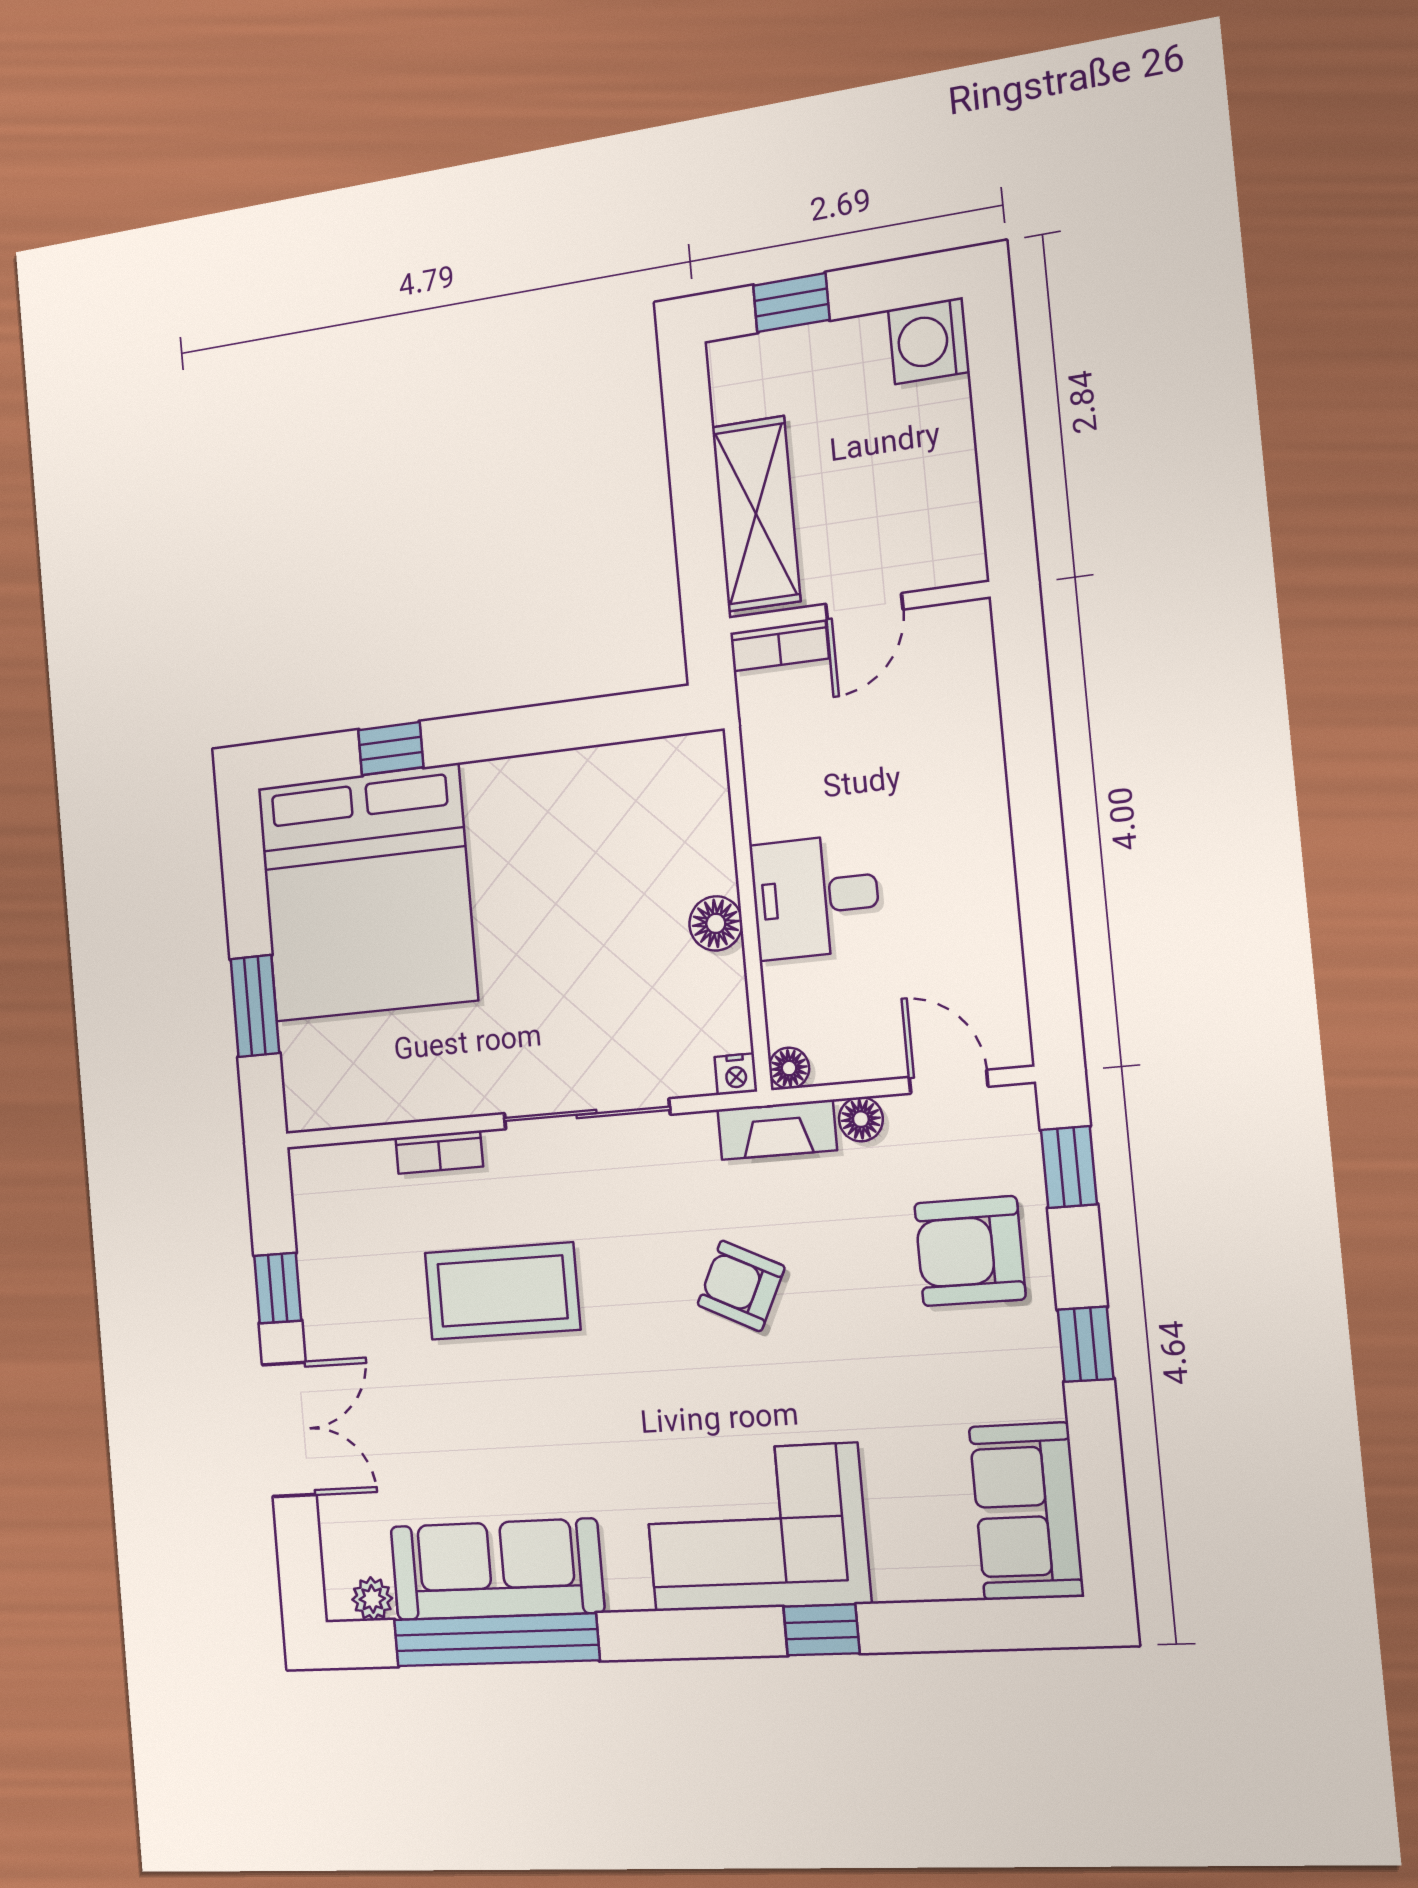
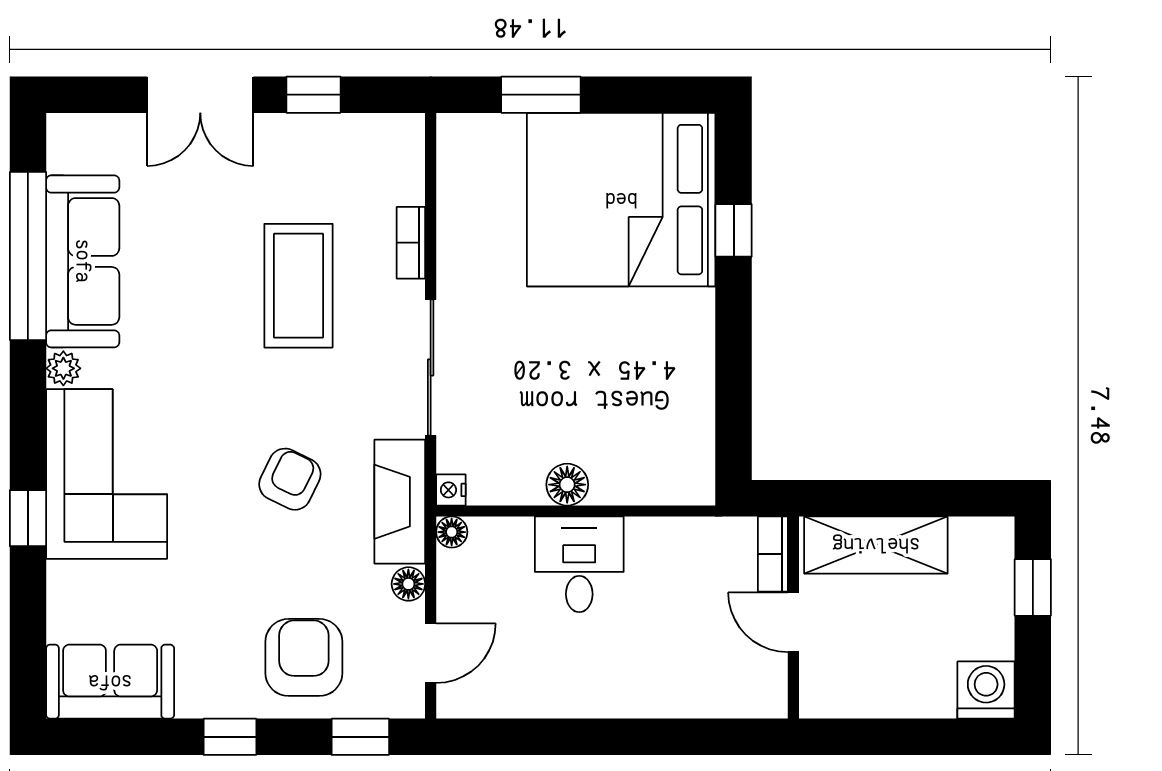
fireplace: (777, 1130) -> (400, 502), width x1.37, depth x1.32
plant: (372, 1599) -> (63, 368), moved

